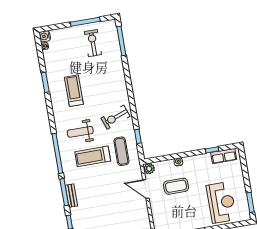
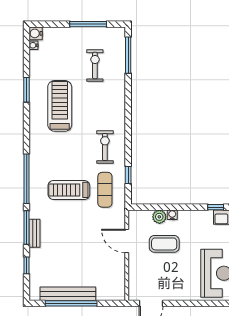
exercise bike: (93, 43) -> (95, 66), moved
treadmill: (74, 91) -> (60, 106), width x1.37, depth x1.38
exercise bike: (116, 117) -> (105, 147), turned 110
weight bench: (80, 132) -> (59, 157), removed
plant: (149, 169) -> (159, 217), moved

